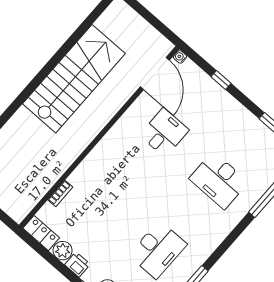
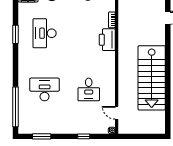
door: (155, 73) -> (117, 113), width x0.53
printer: (87, 174) -> (107, 40), added

